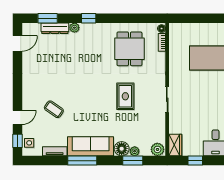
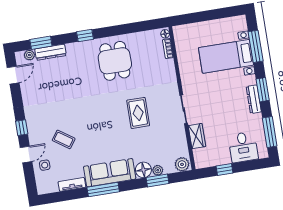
plant: (74, 28) -> (29, 55), moved
dining table: (129, 49) -> (115, 61), moved
window: (18, 141) -> (22, 128), moved
side table: (29, 143) -> (45, 165), moved
wardrobe: (175, 145) -> (197, 136), moved

